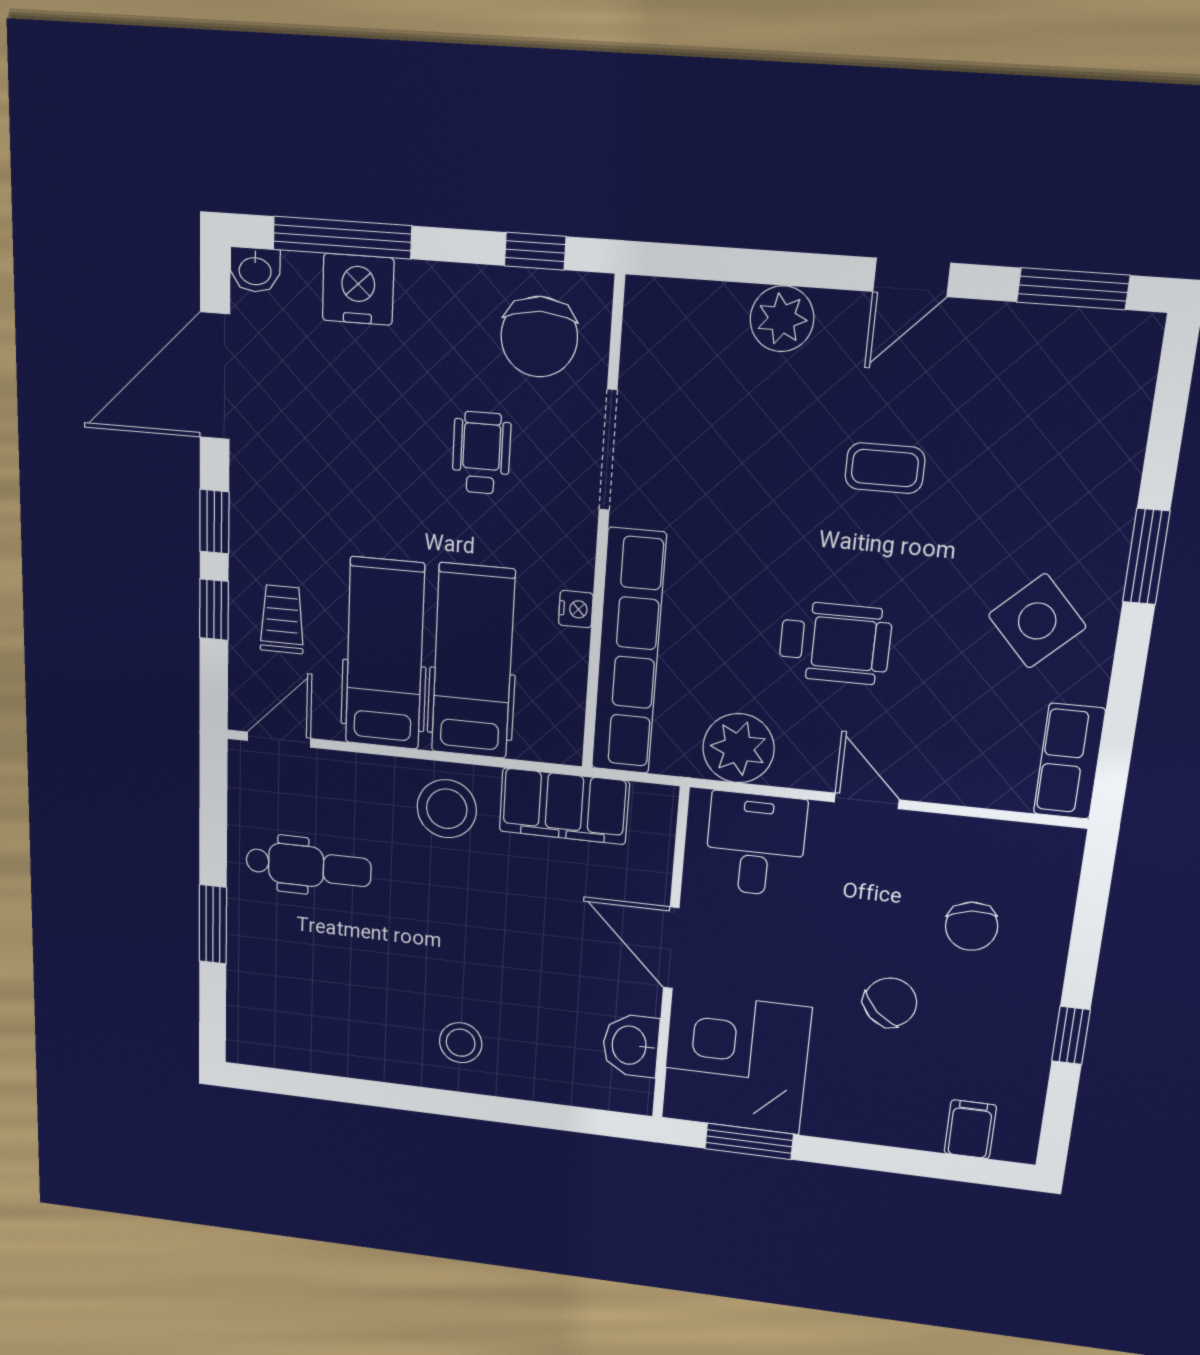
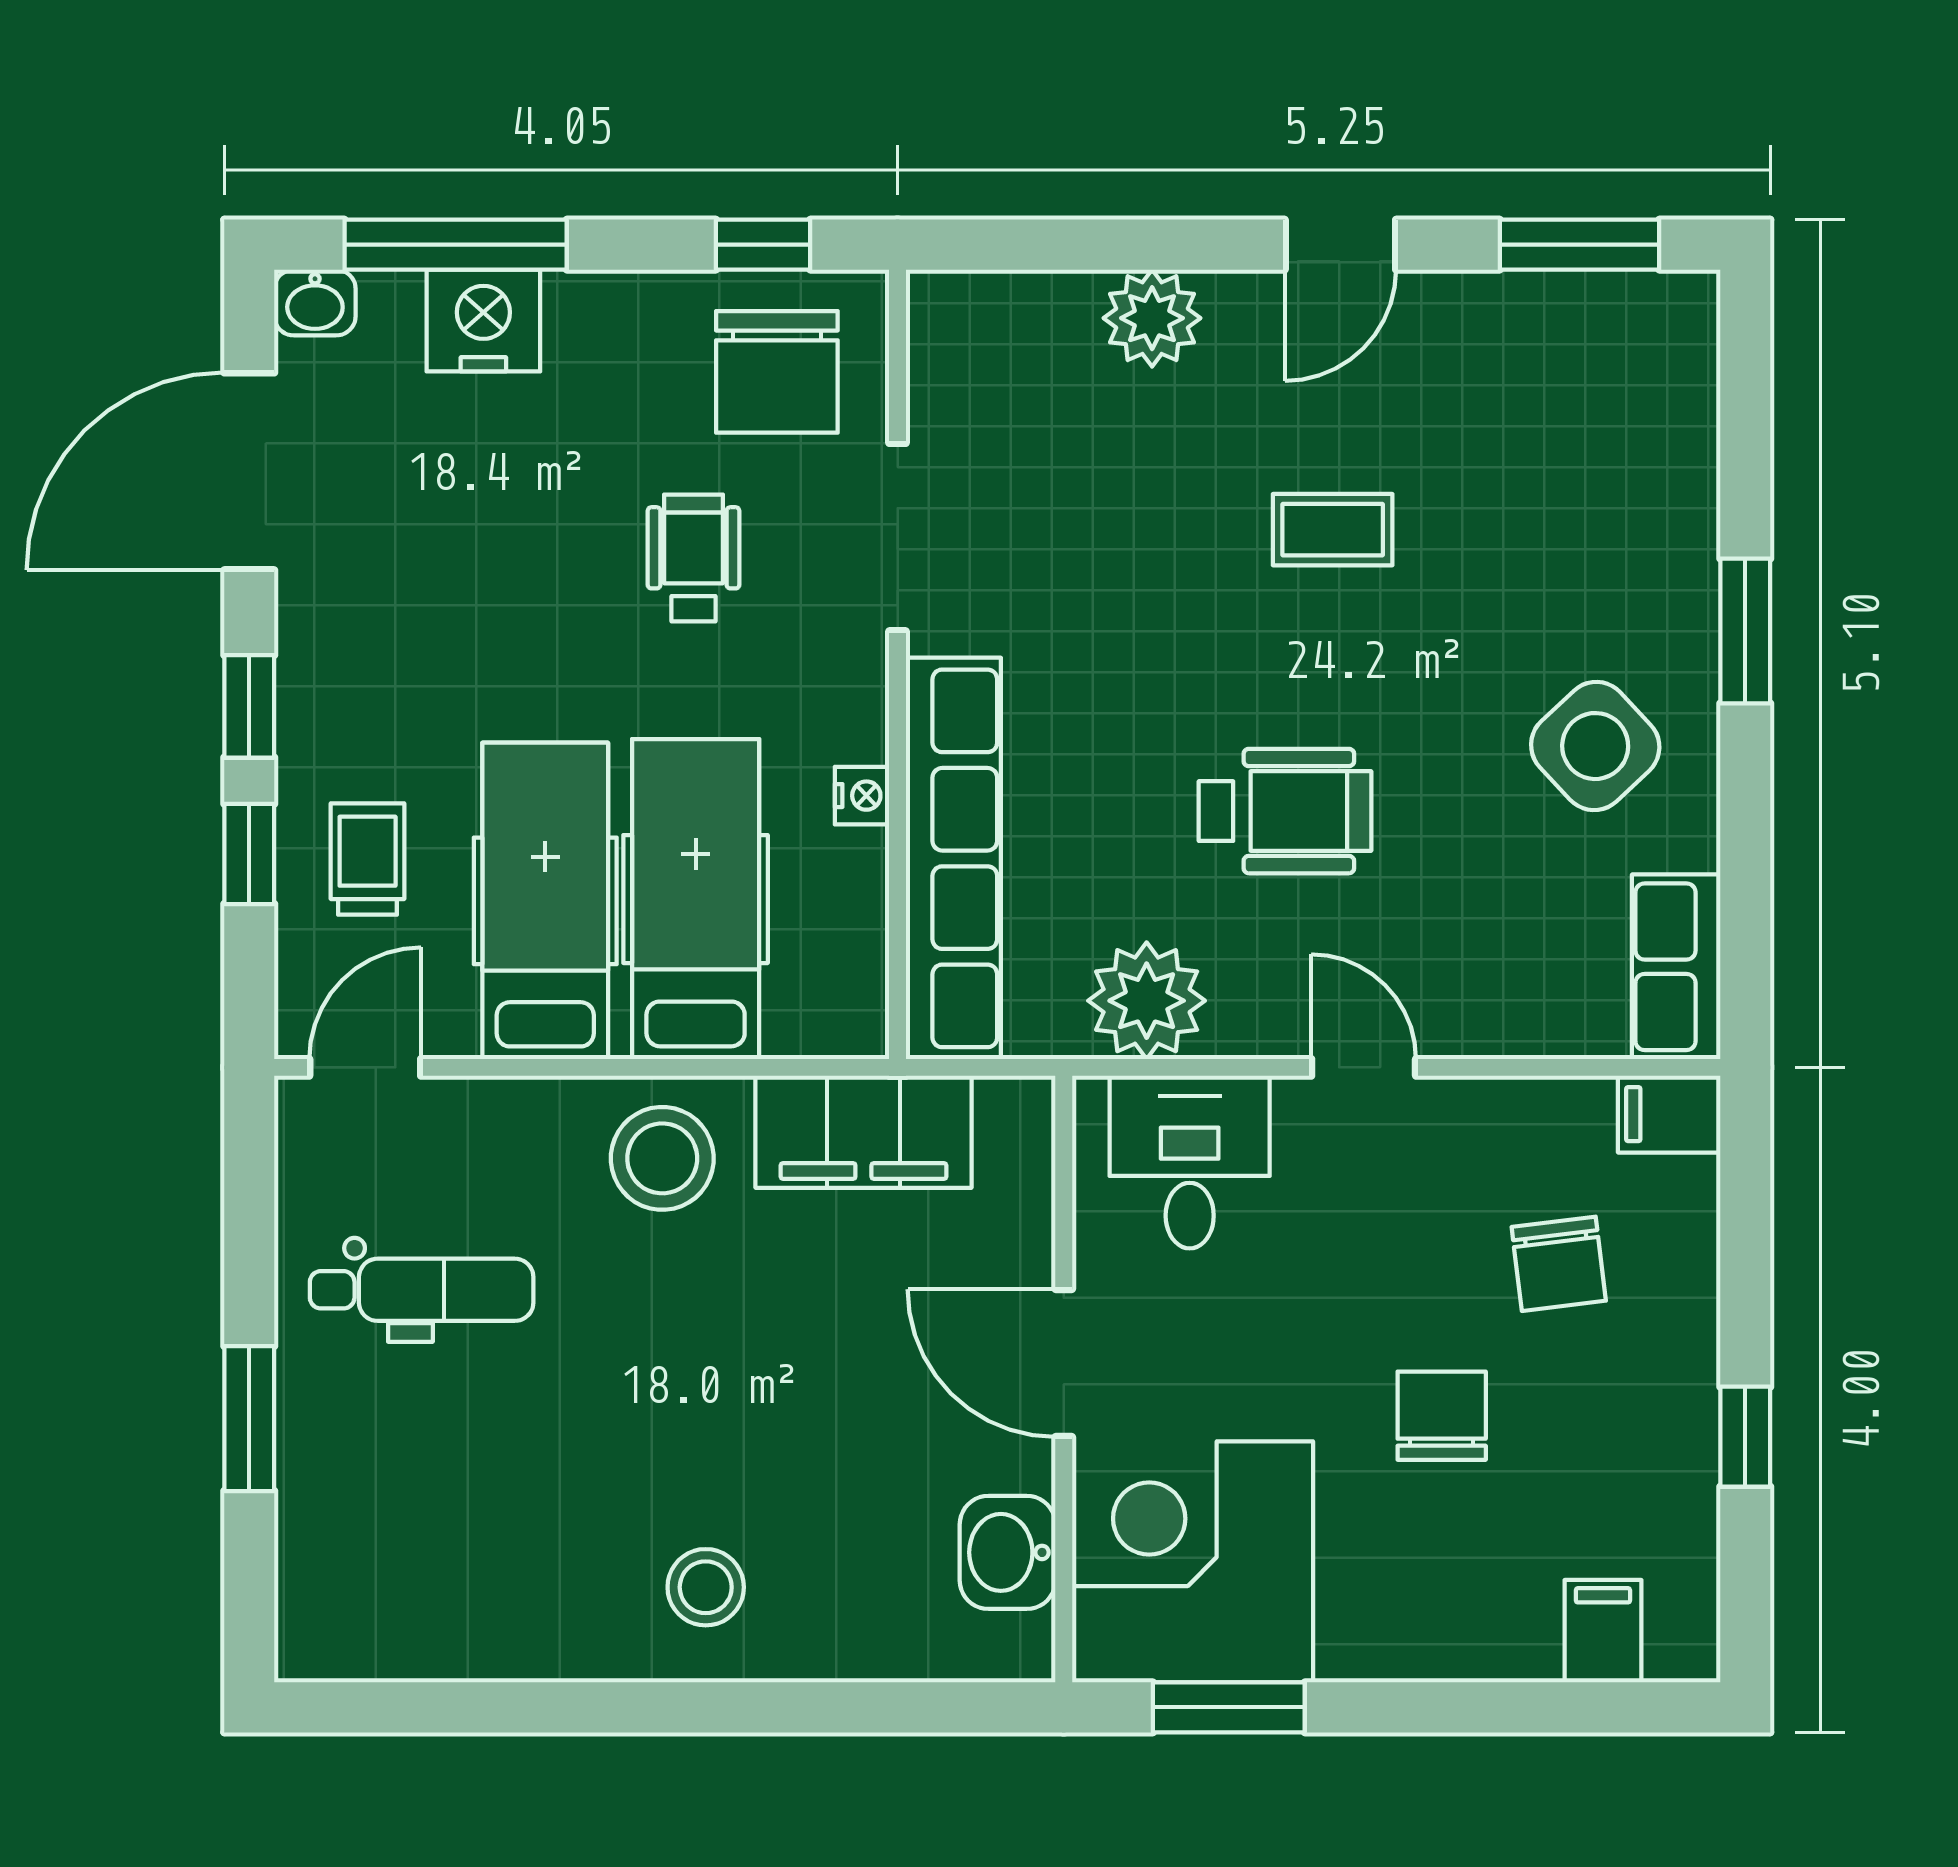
filing cabinet: (1052, 848) -> (1669, 1114), added
chair: (890, 1002) -> (1442, 1416), turned -44

